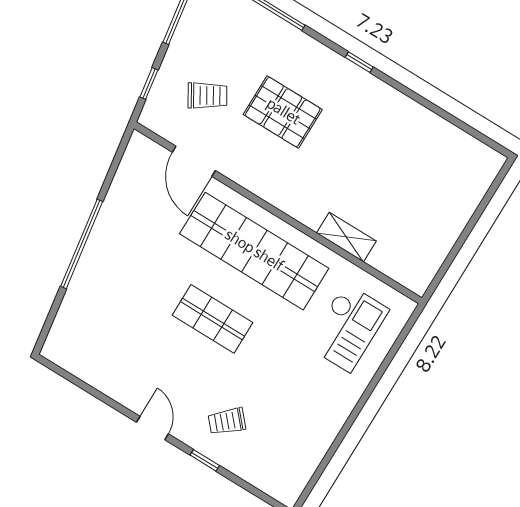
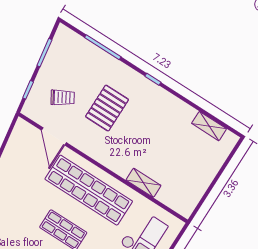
pallet: (283, 112) -> (107, 108), turned 90
shelving: (455, 139) -> (209, 126), added

